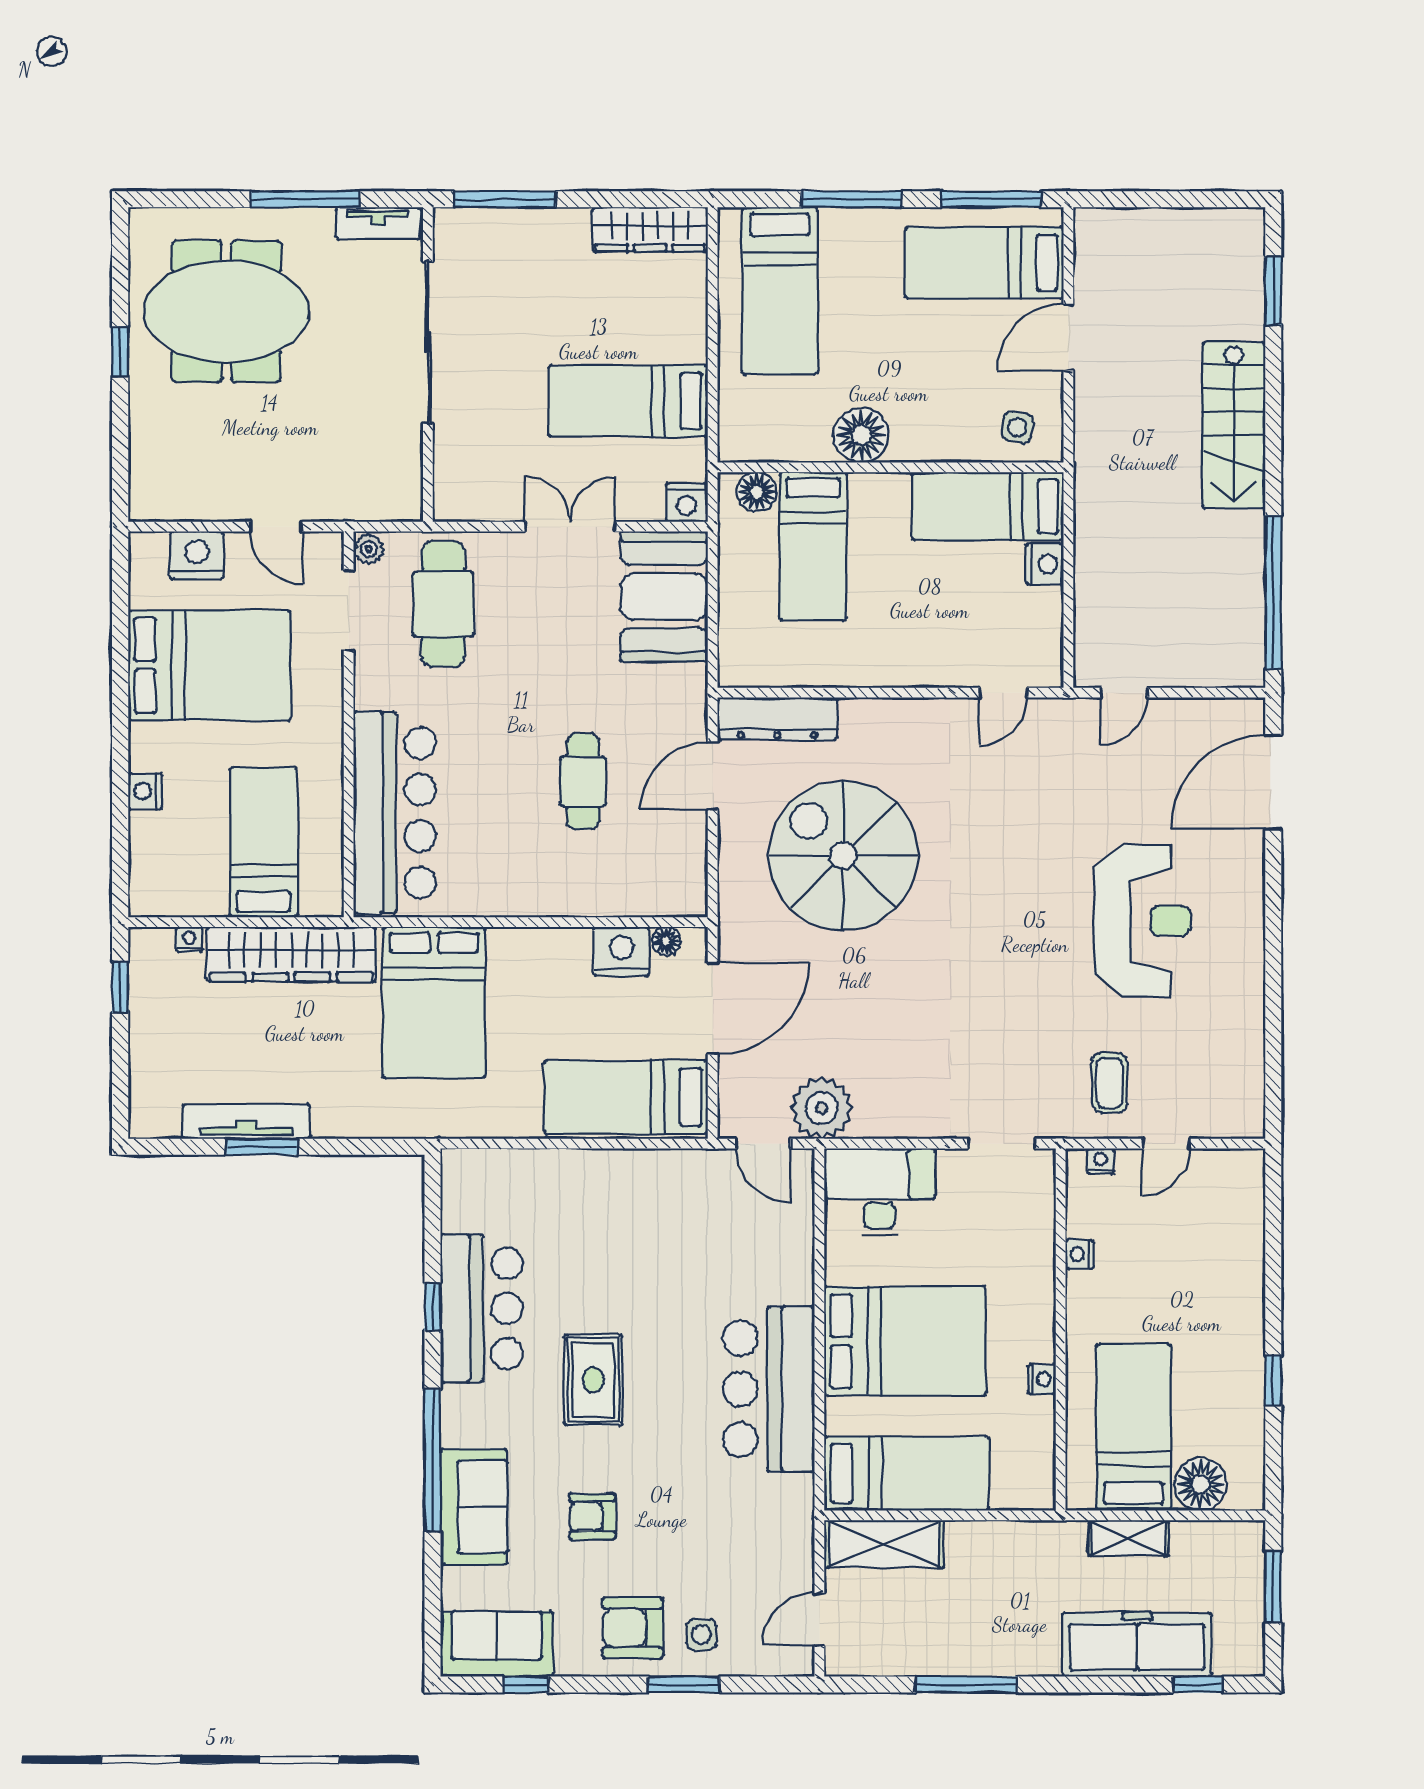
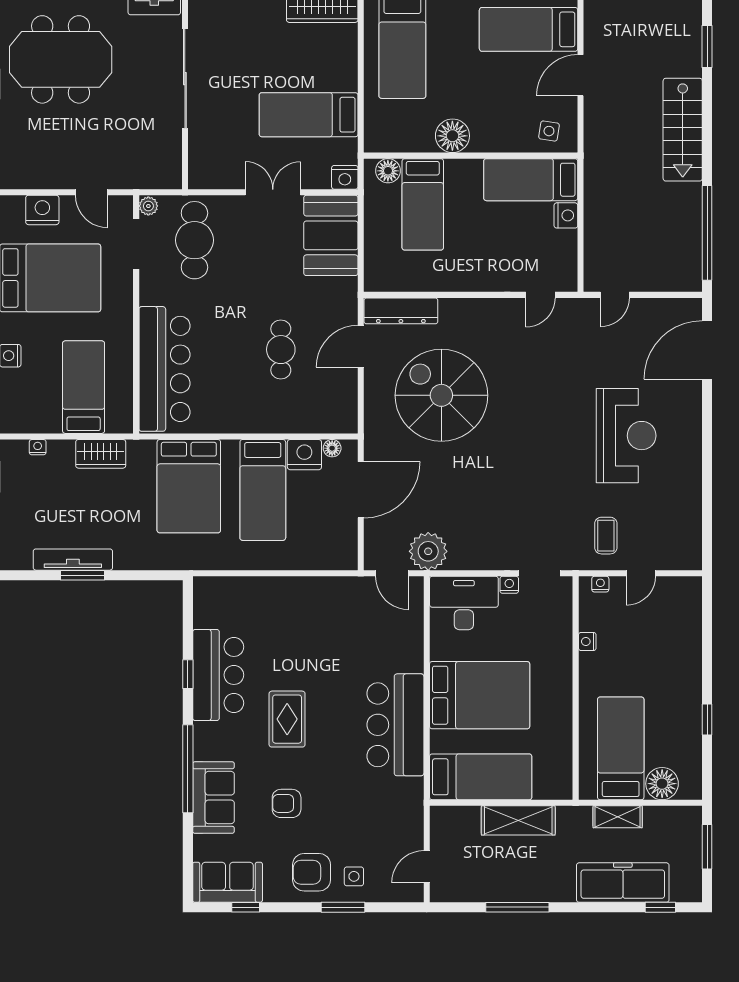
wardrobe: (291, 954) -> (101, 454), width x0.48, depth x0.85
bed: (626, 1097) -> (263, 490), moved, turned -90
nightstand: (1042, 1379) -> (509, 585), moved, turned -90
shelving: (884, 1544) -> (518, 820), moved

